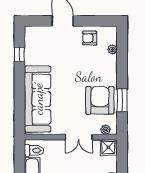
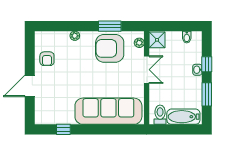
plant: (112, 49) -> (75, 36), moved

